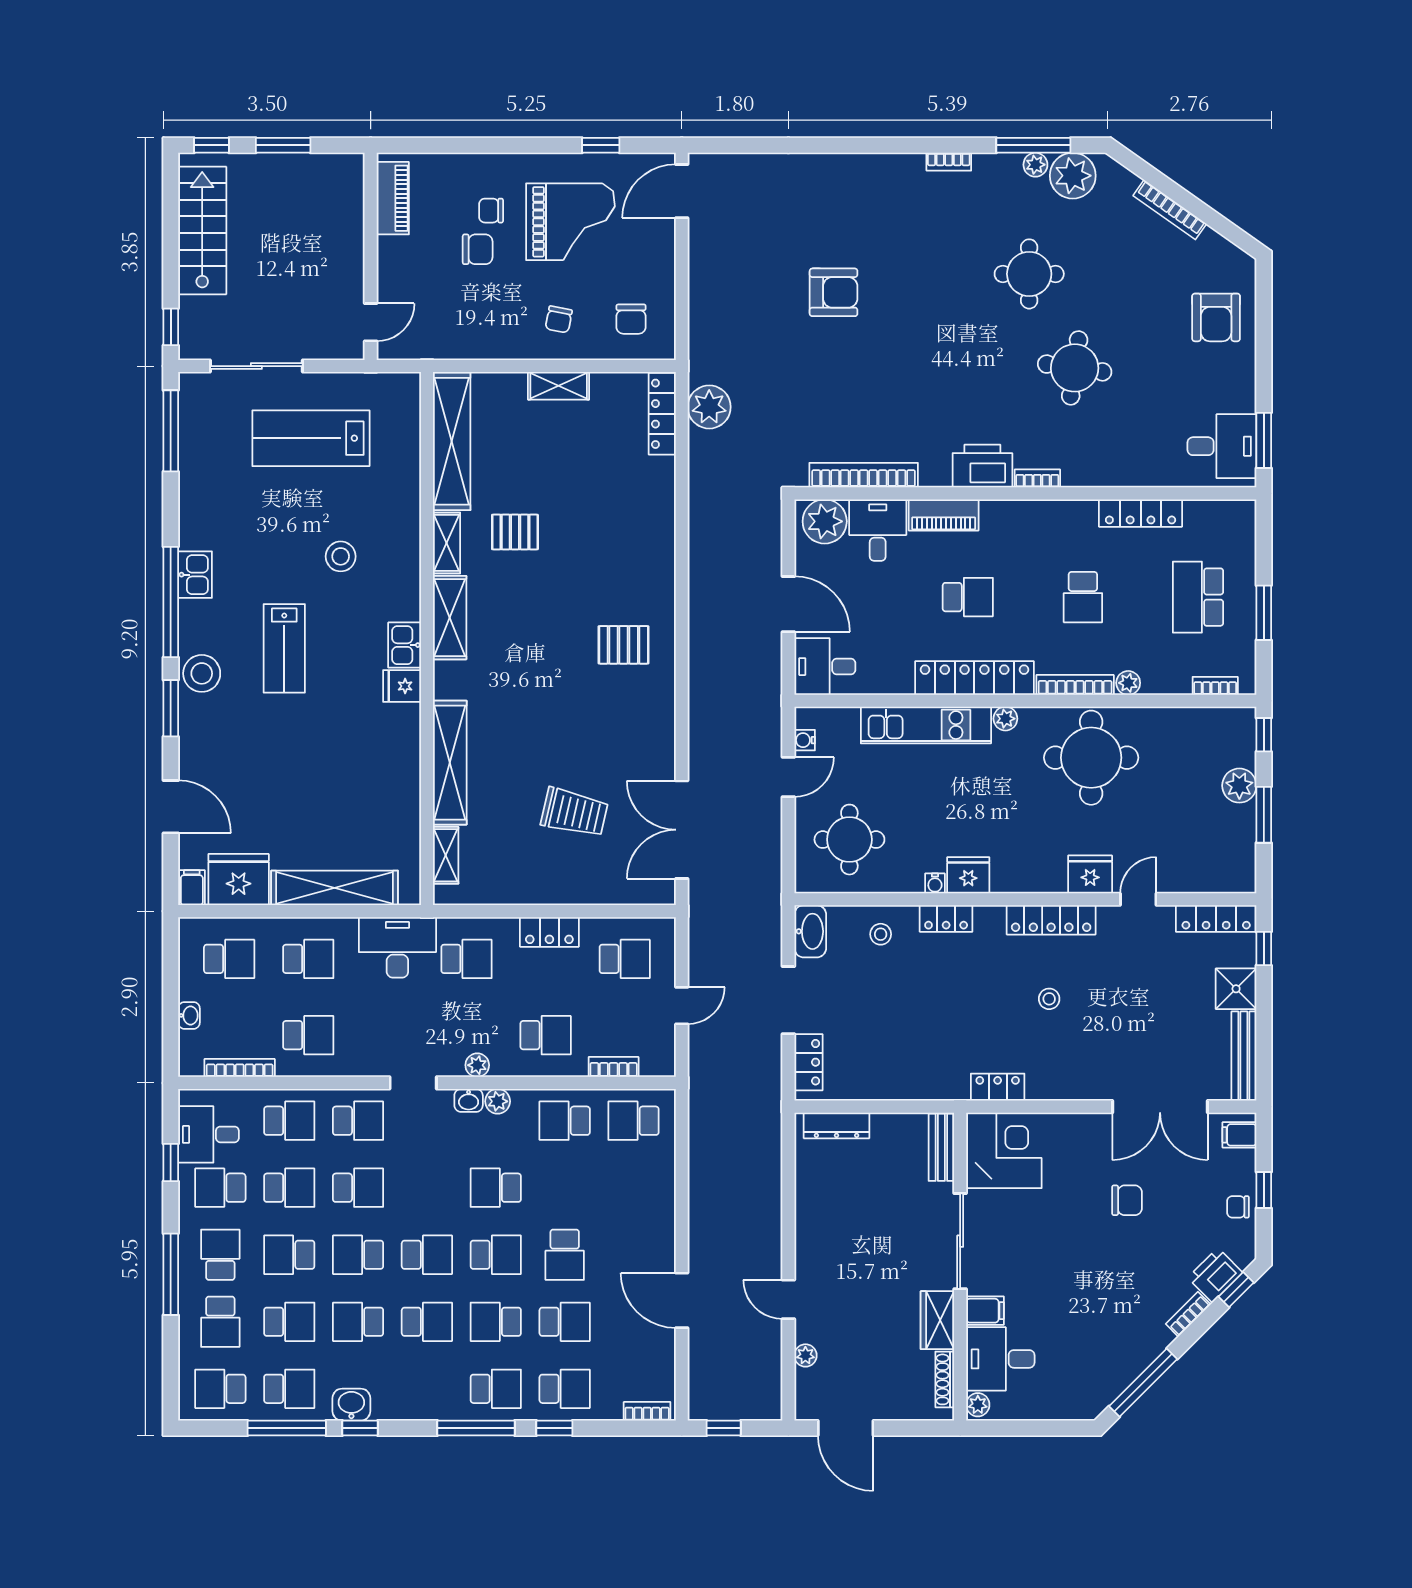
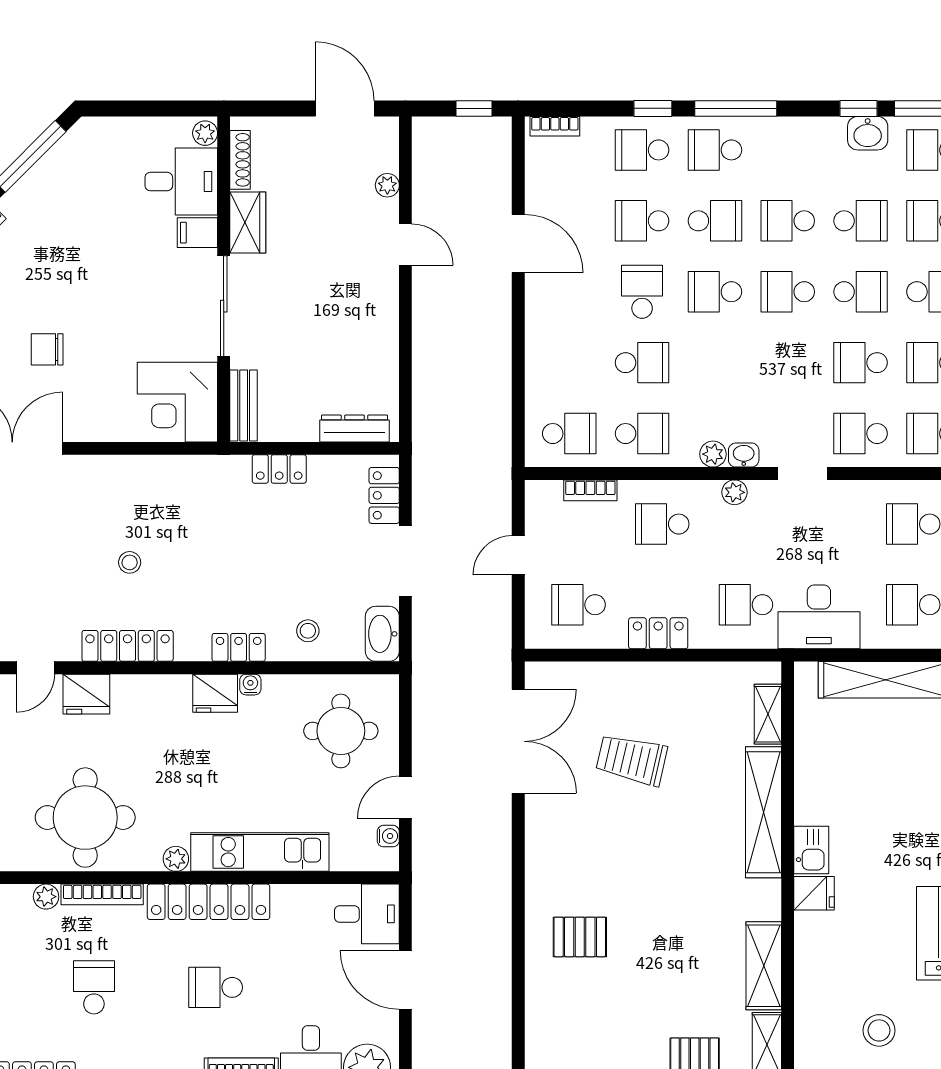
kitchen sink: (405, 645) -> (811, 850), moved
locker: (998, 1087) -> (279, 469), moved
school desk: (496, 1188) -> (642, 363), moved

